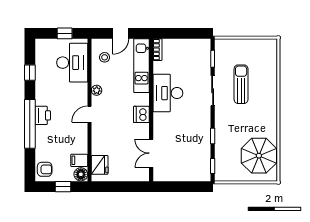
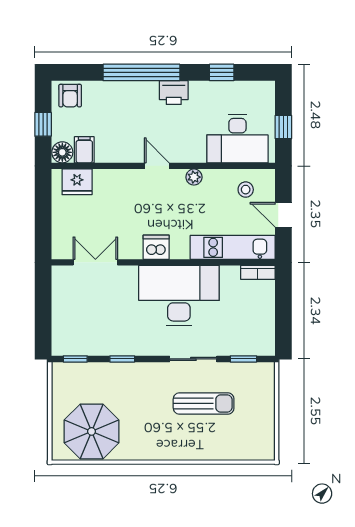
desk: (168, 93) -> (179, 296), width x1.36, depth x1.30
printer: (43, 115) -> (174, 93), moved

